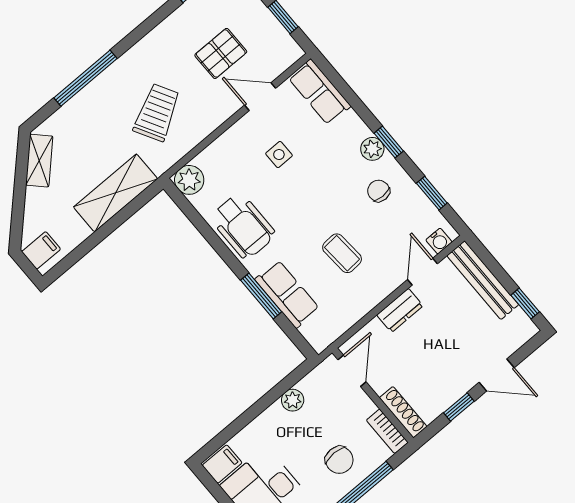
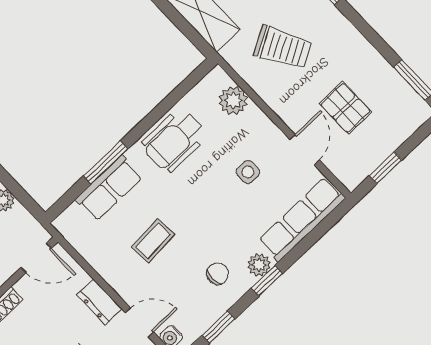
row of seats: (320, 92) -> (302, 219), width x1.48
plant: (189, 180) -> (233, 100), moved

